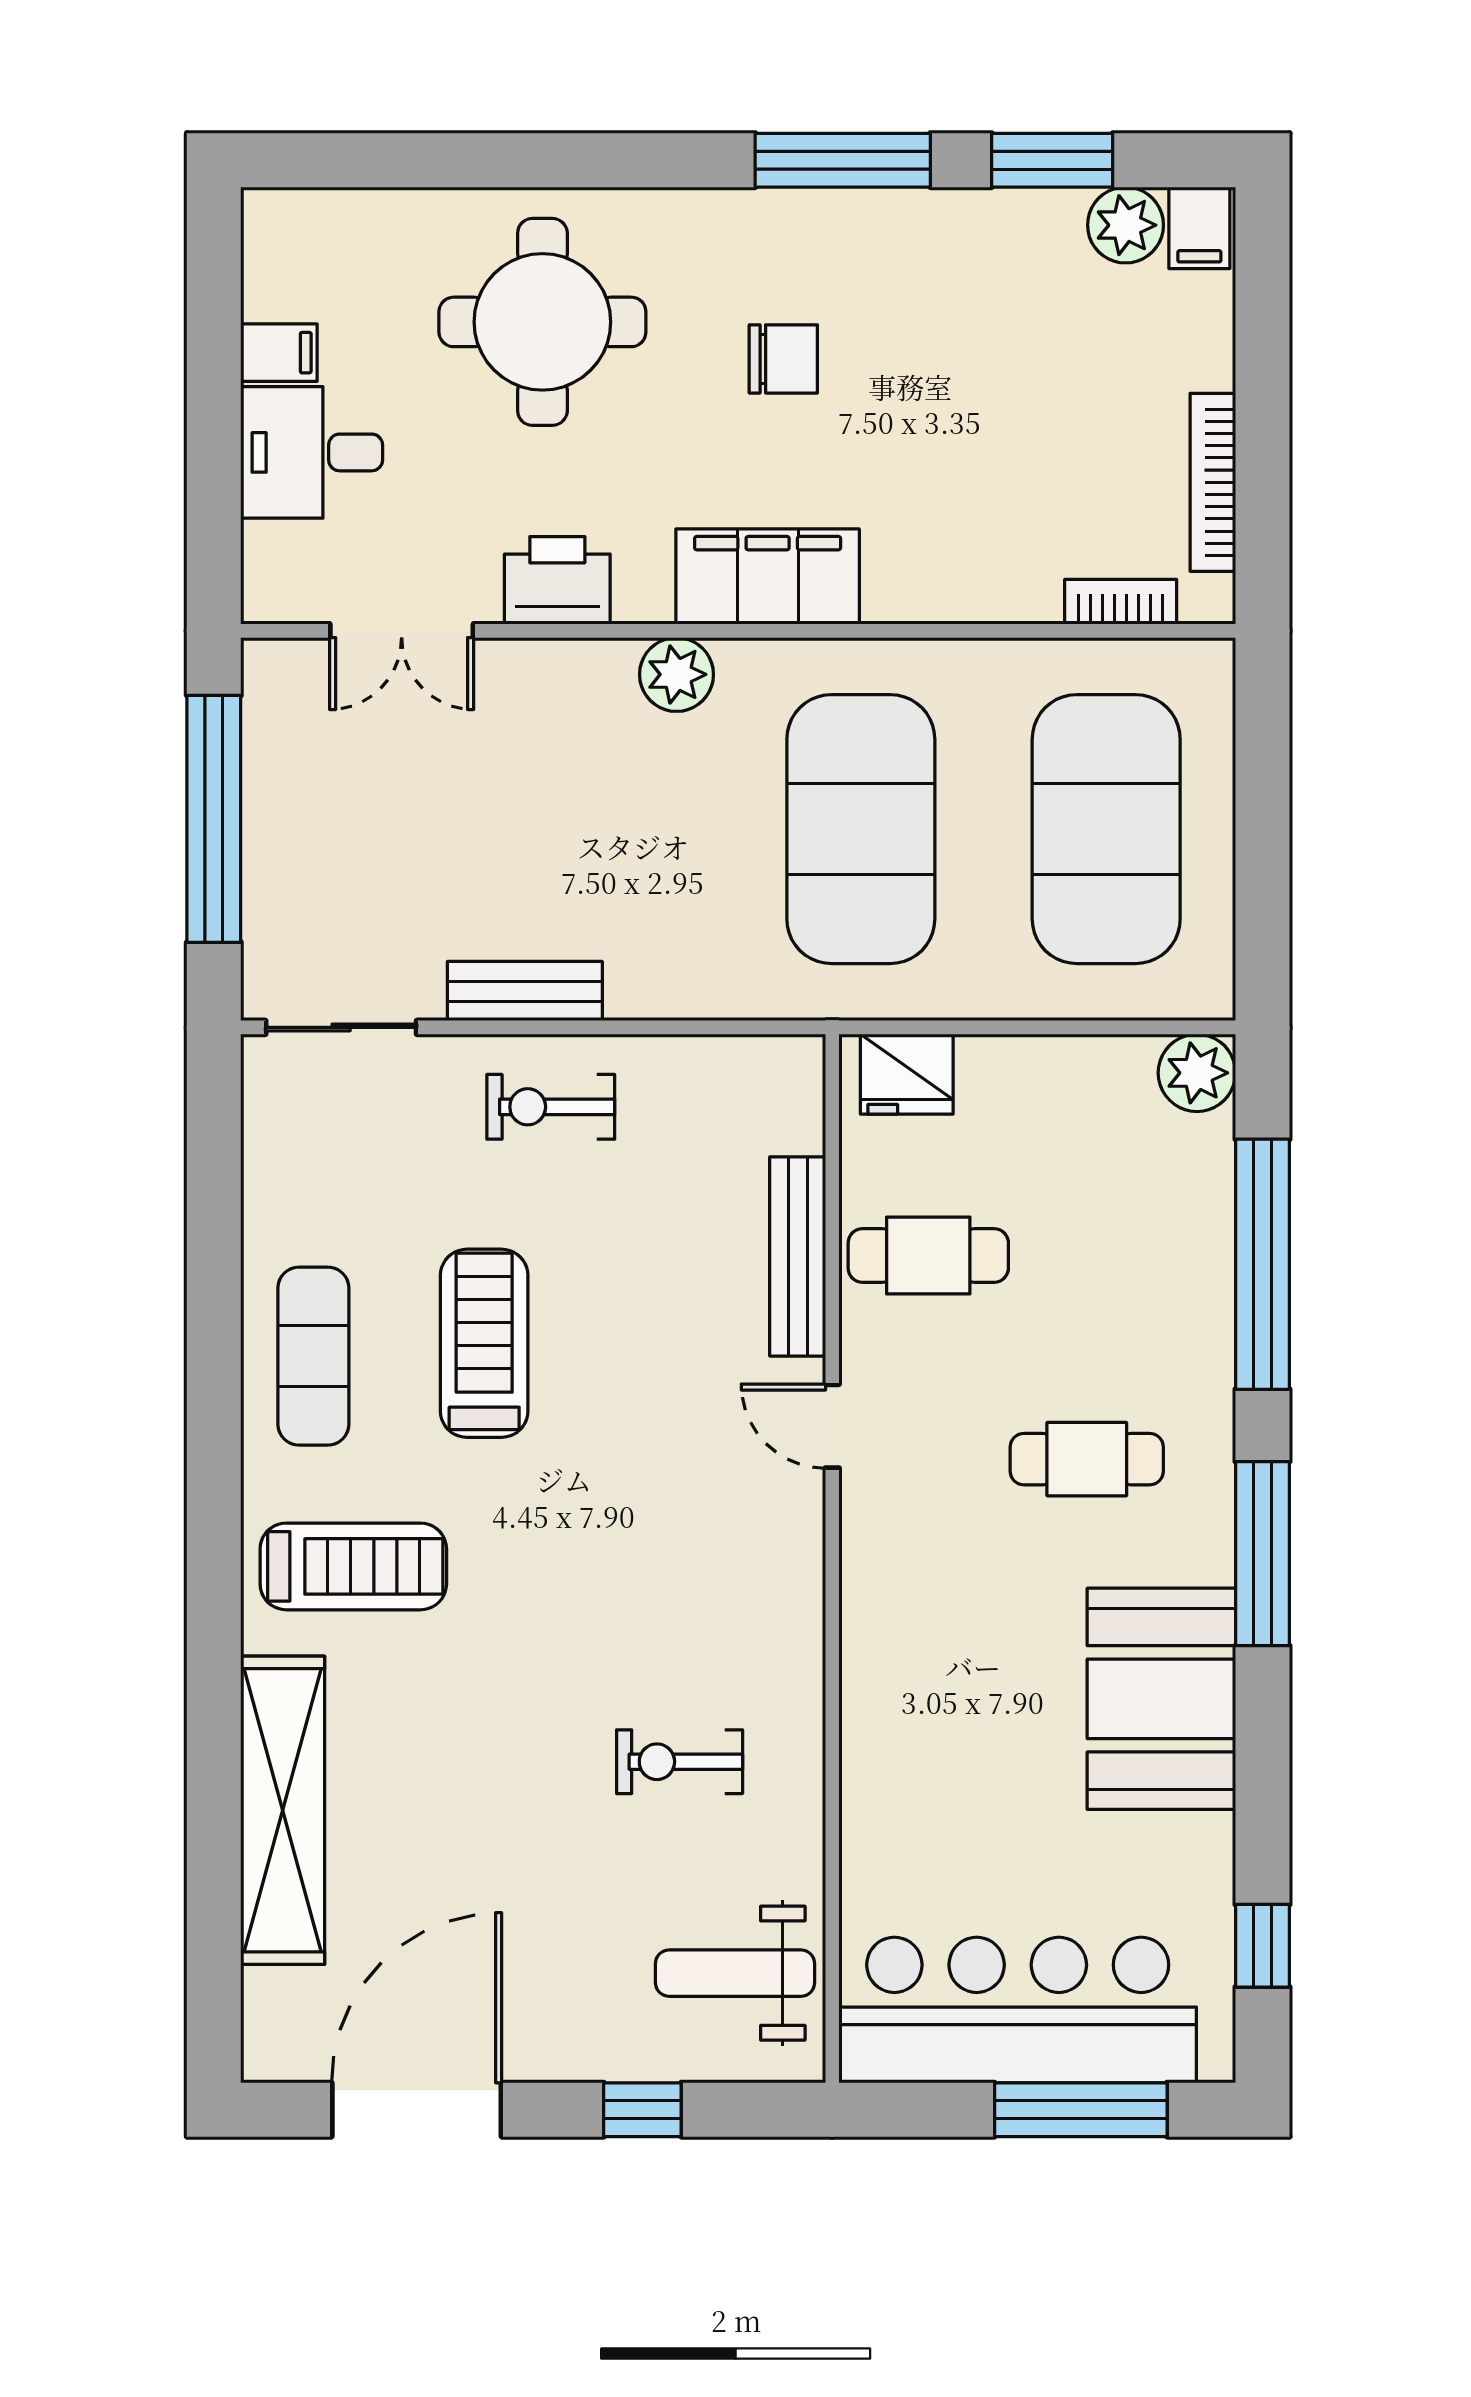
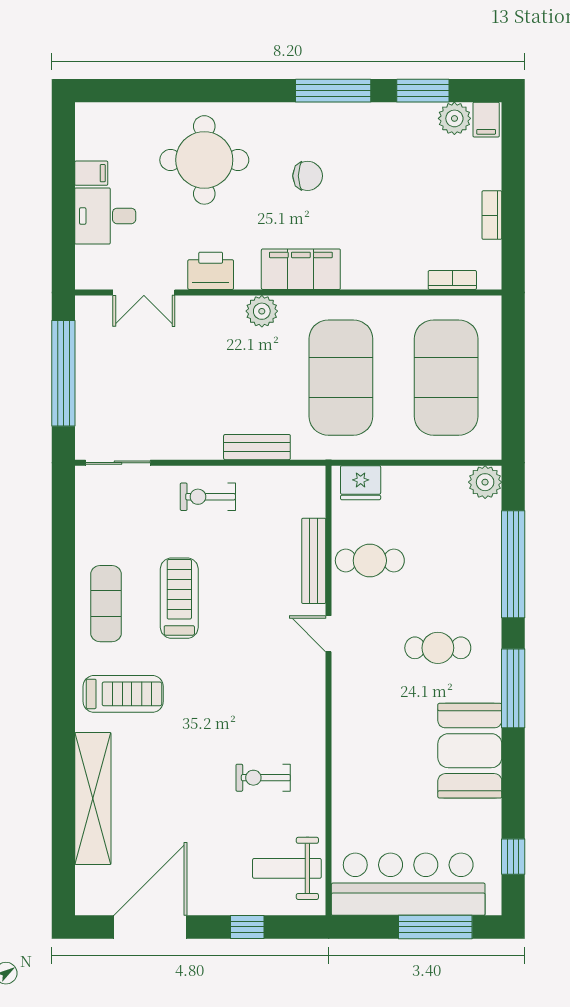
bookcase: (1213, 482) -> (492, 215), width x0.64
bench: (525, 991) -> (257, 447), moved

